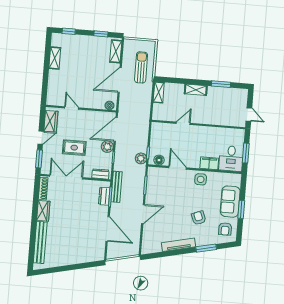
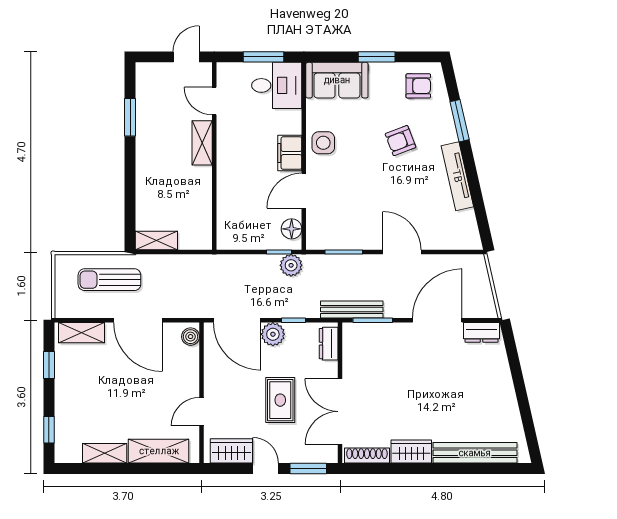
shelving: (54, 85) -> (159, 451), added
shelving: (196, 90) -> (202, 143), moved
door: (183, 123) -> (214, 101), moved
filing cabinet: (209, 163) -> (290, 153), moved
dresser: (104, 196) -> (481, 332), moved
sofa: (230, 202) -> (337, 80), moved

